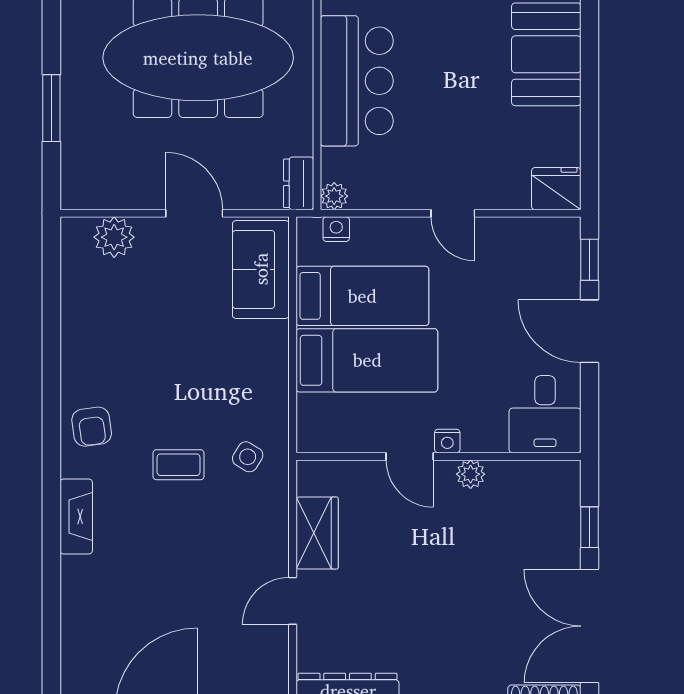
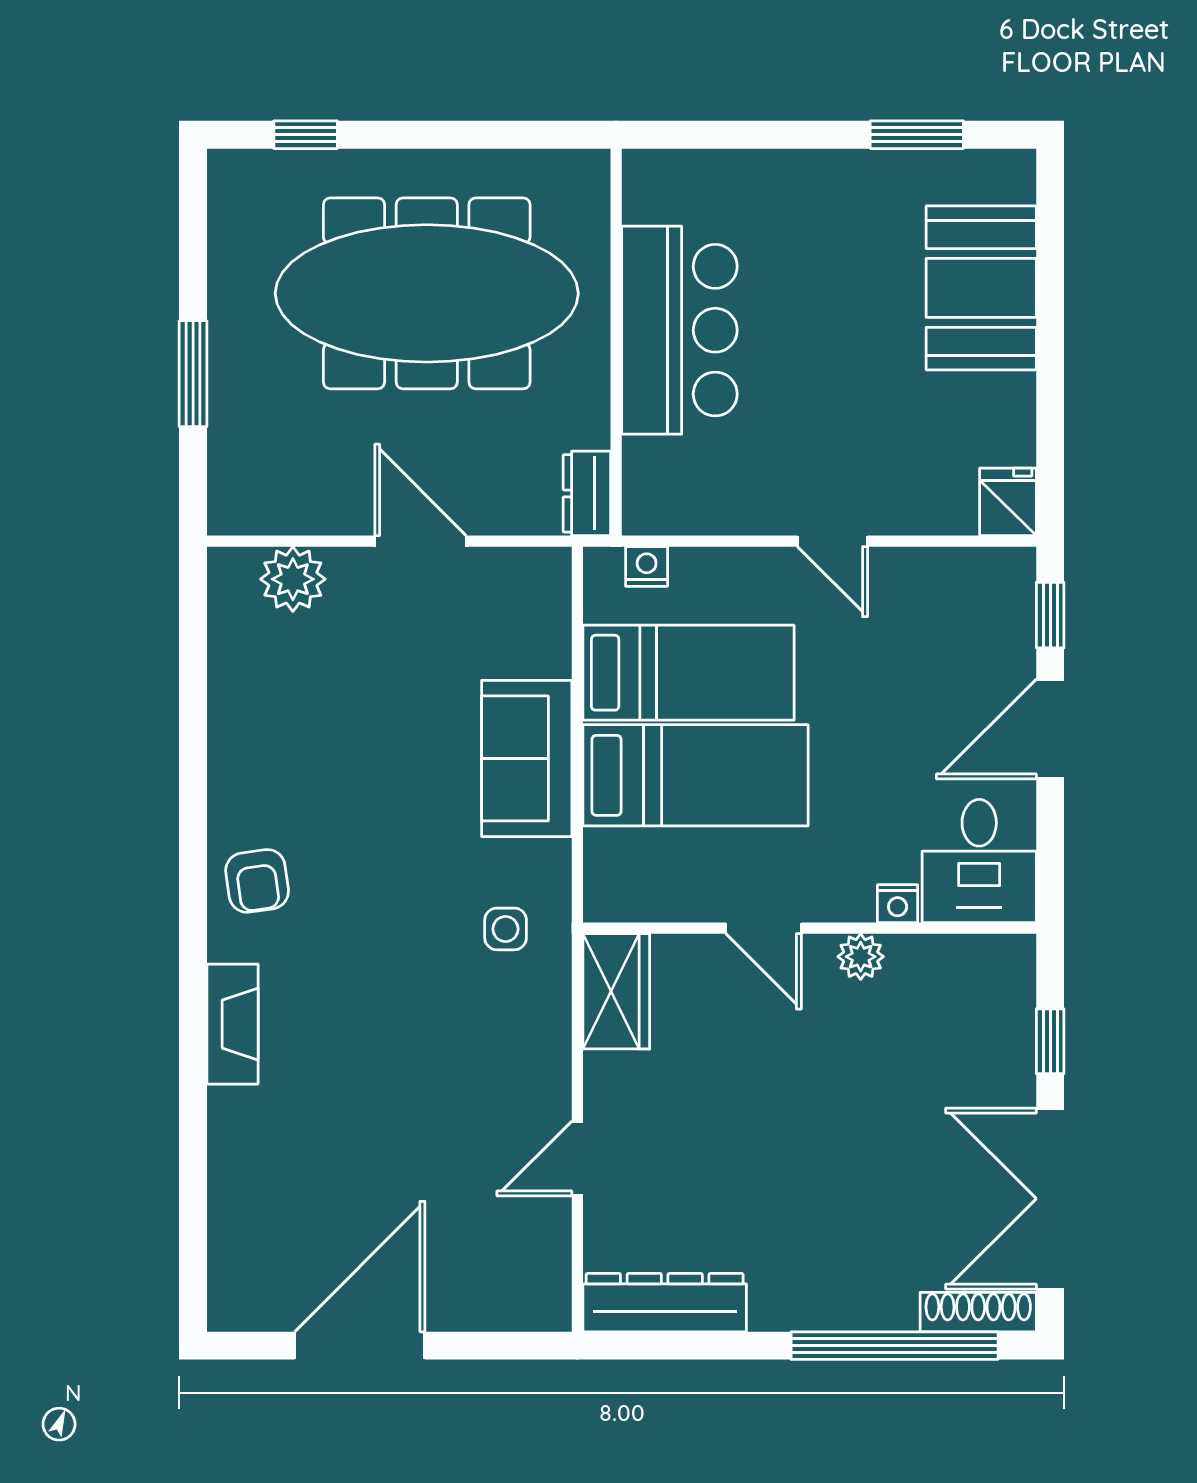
fridge: (556, 189) -> (1008, 502), width x0.72
plant: (334, 196) -> (643, 514), removed
sofa: (261, 269) -> (527, 758), moved
door: (590, 331) -> (1050, 729), hinge flipped
nightstand: (447, 441) -> (898, 904), moved
side table: (248, 457) -> (506, 929), turned -31
coffee table: (178, 465) -> (395, 942), removed
wardrobe: (317, 533) -> (616, 991), moved

